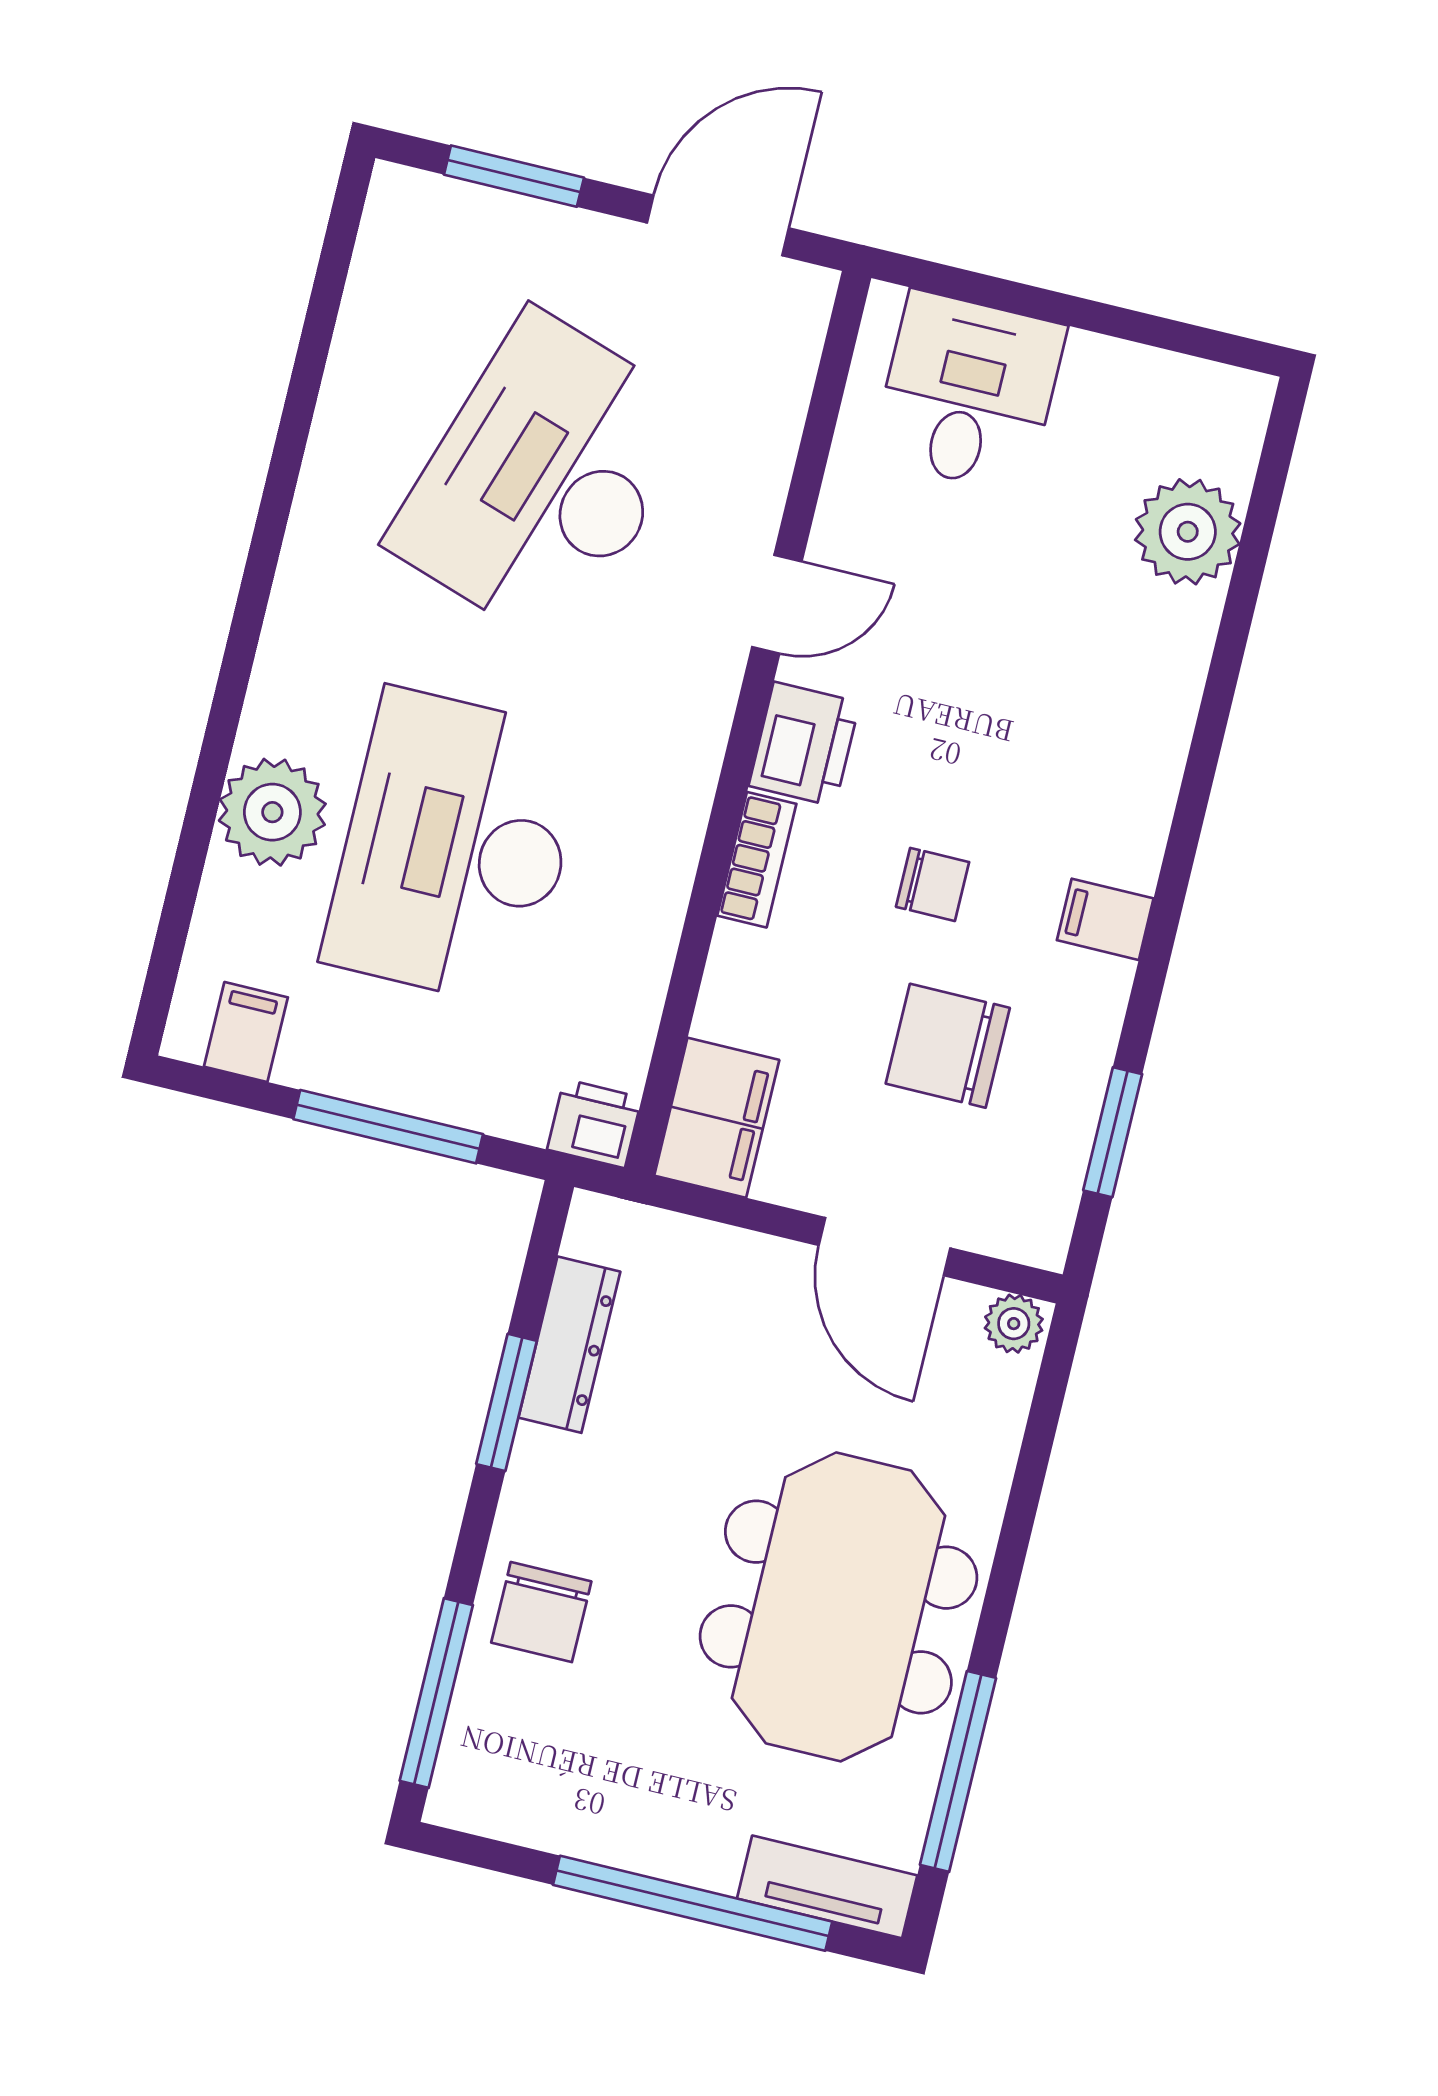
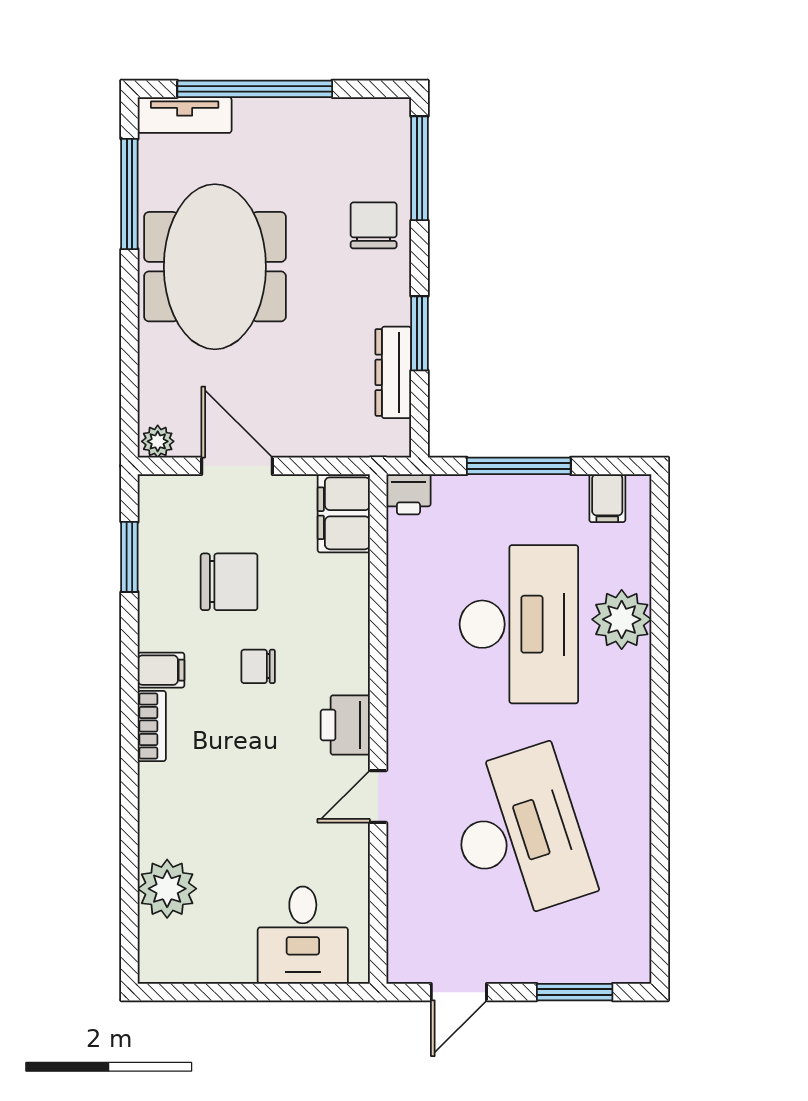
door: (718, 225) -> (459, 992), width x0.73
desk: (545, 479) -> (519, 834), turned -36
bookcase: (757, 860) -> (152, 726), moved, turned 180

